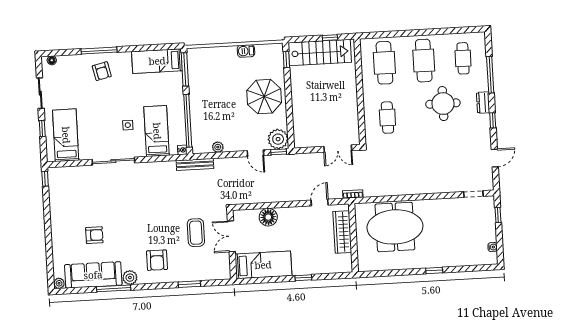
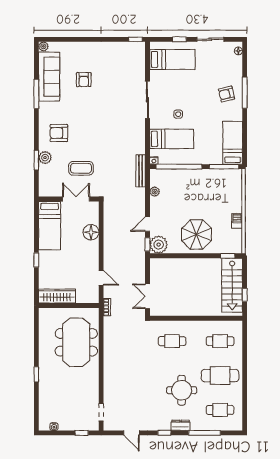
cafe table: (384, 63) -> (220, 341), width x0.73, depth x0.74
wardrobe: (342, 232) -> (57, 296), moved
plant: (130, 278) -> (45, 158), moved

